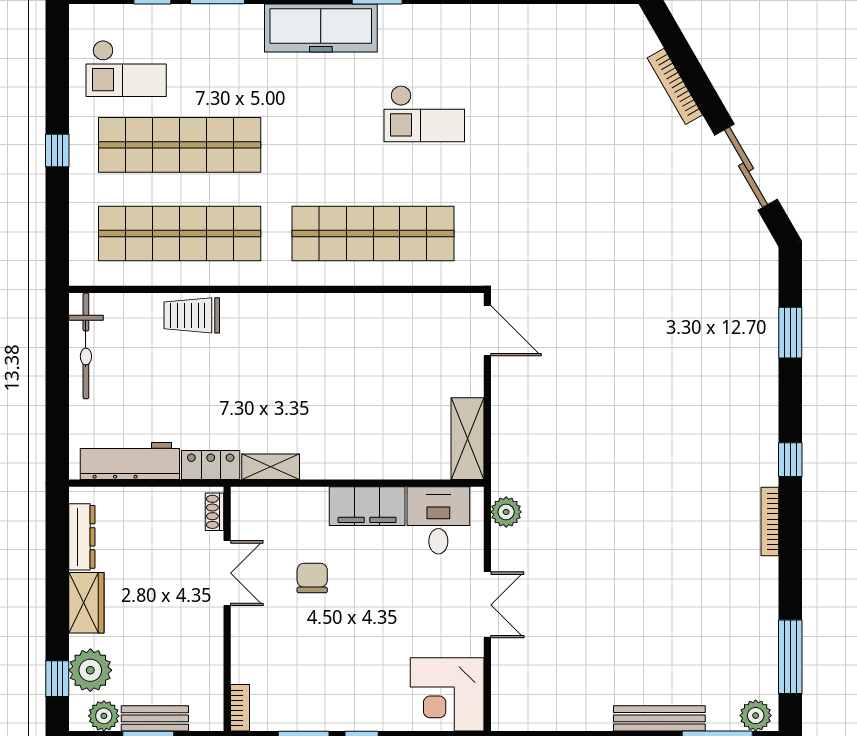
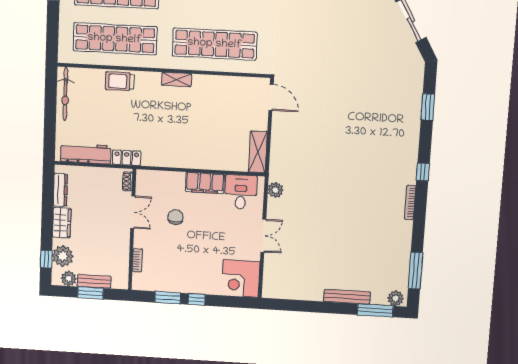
shelving: (271, 467) -> (177, 79), moved
bookcase: (240, 708) -> (137, 260), moved

